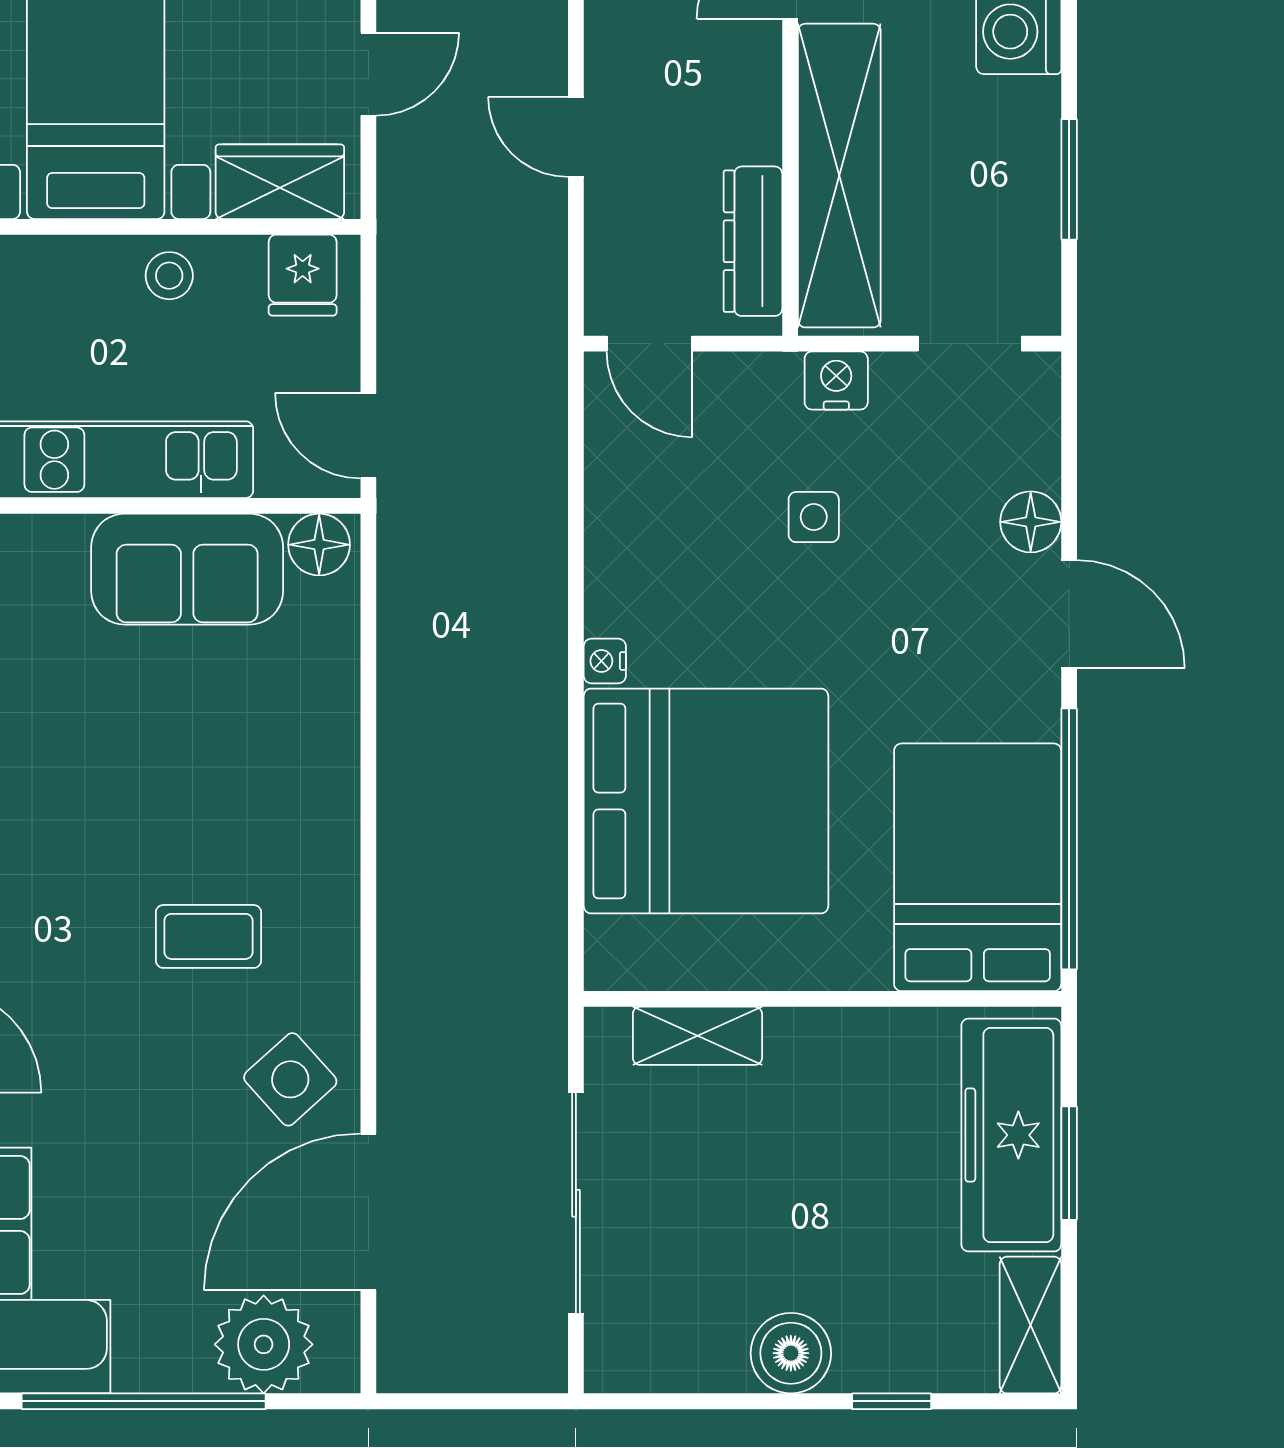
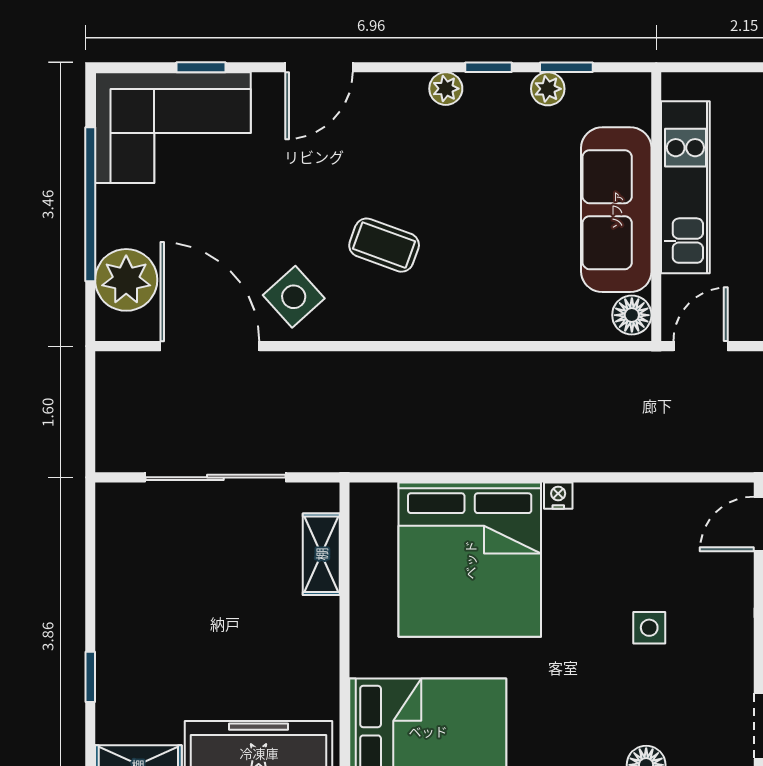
nightstand: (836, 380) -> (735, 642), removed
sofa: (187, 569) -> (616, 210), width x1.36
coffee table: (208, 936) -> (384, 245), turned -70
boiler: (791, 1353) -> (121, 613), removed

